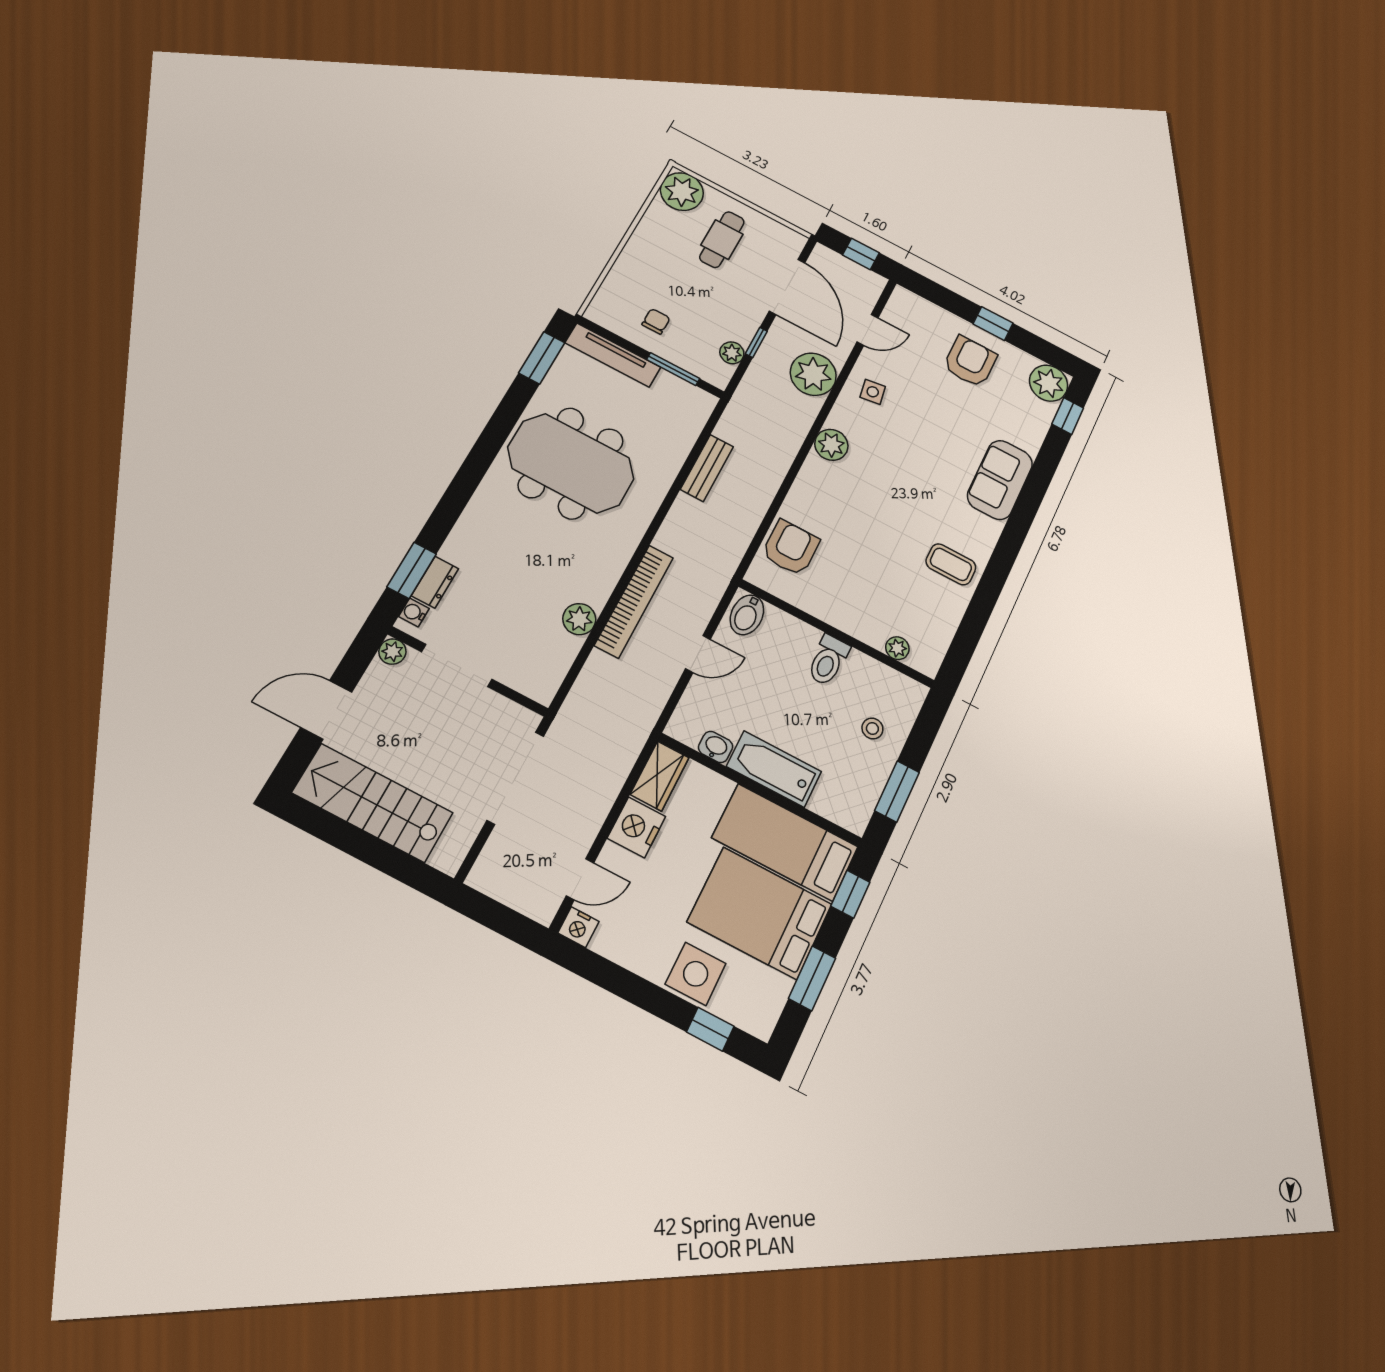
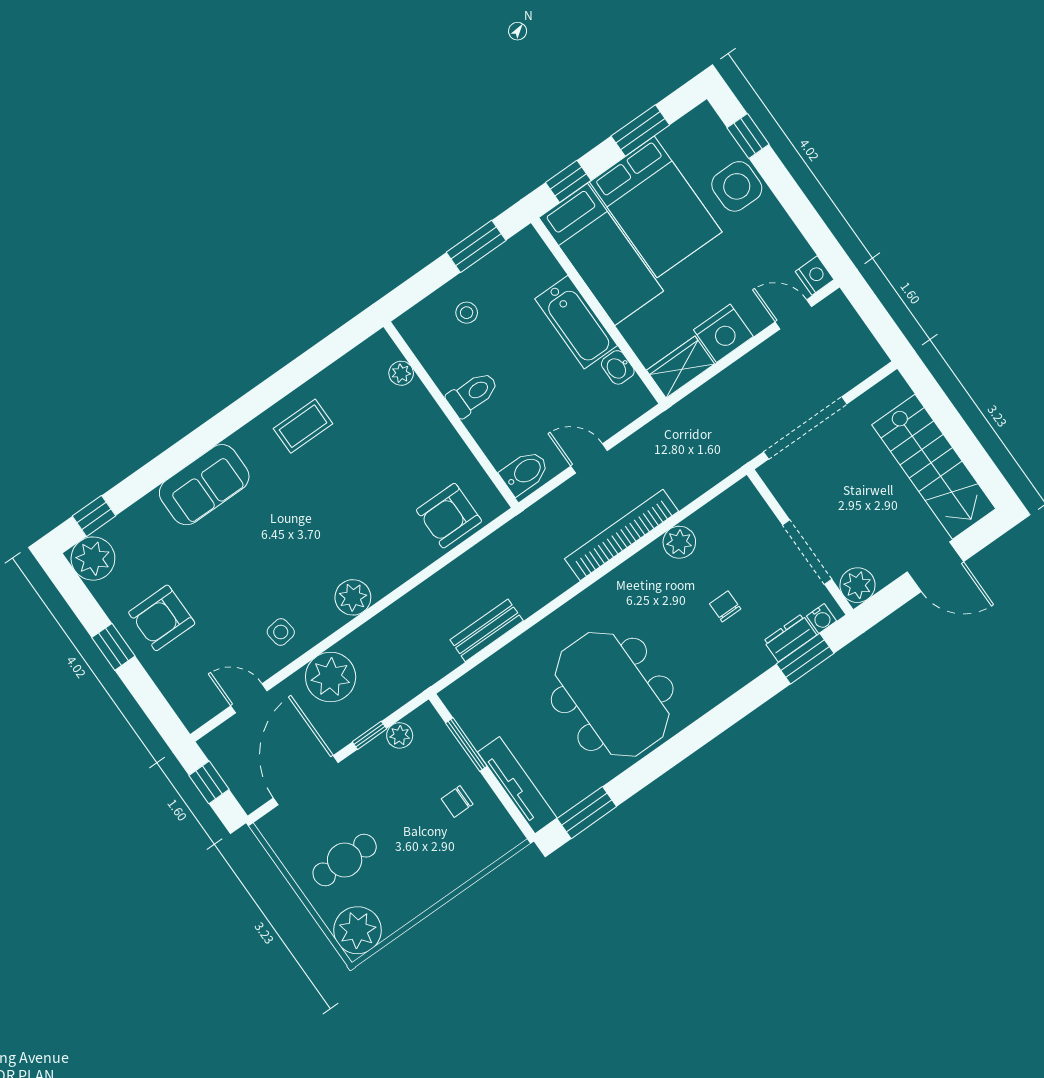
coffee table: (951, 564) -> (303, 426), turned 90
chair: (509, 583) -> (725, 606), added
plant: (392, 652) -> (857, 585), width x1.38, depth x1.38

